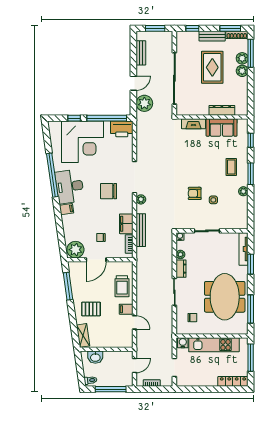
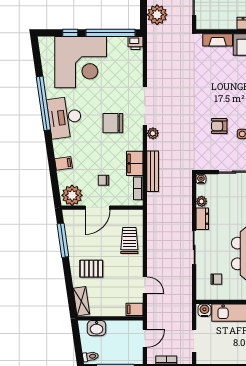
printer: (122, 129) -> (136, 43), width x0.53, depth x0.68
filing cabinet: (66, 209) -> (63, 163), moved
trolley: (122, 286) -> (129, 240), turned 180
filing cabinet: (126, 309) -> (134, 309), moved

